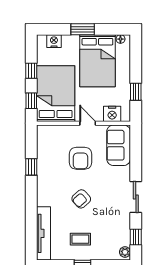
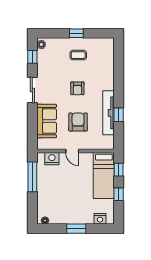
bed: (97, 61) -> (64, 203), removed
window: (136, 92) -> (32, 177), width x2.17
bed: (56, 94) -> (104, 175), width x0.67
sofa: (119, 145) -> (47, 121), moved
armchair: (81, 199) -> (77, 88), turned 132
tv unit: (44, 233) -> (109, 113), moved

